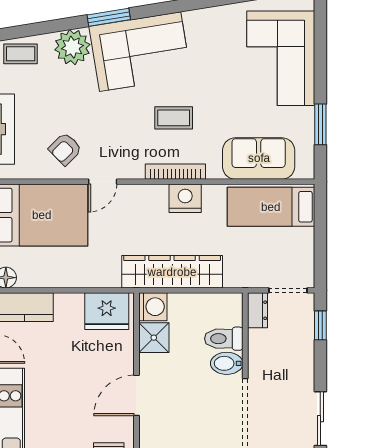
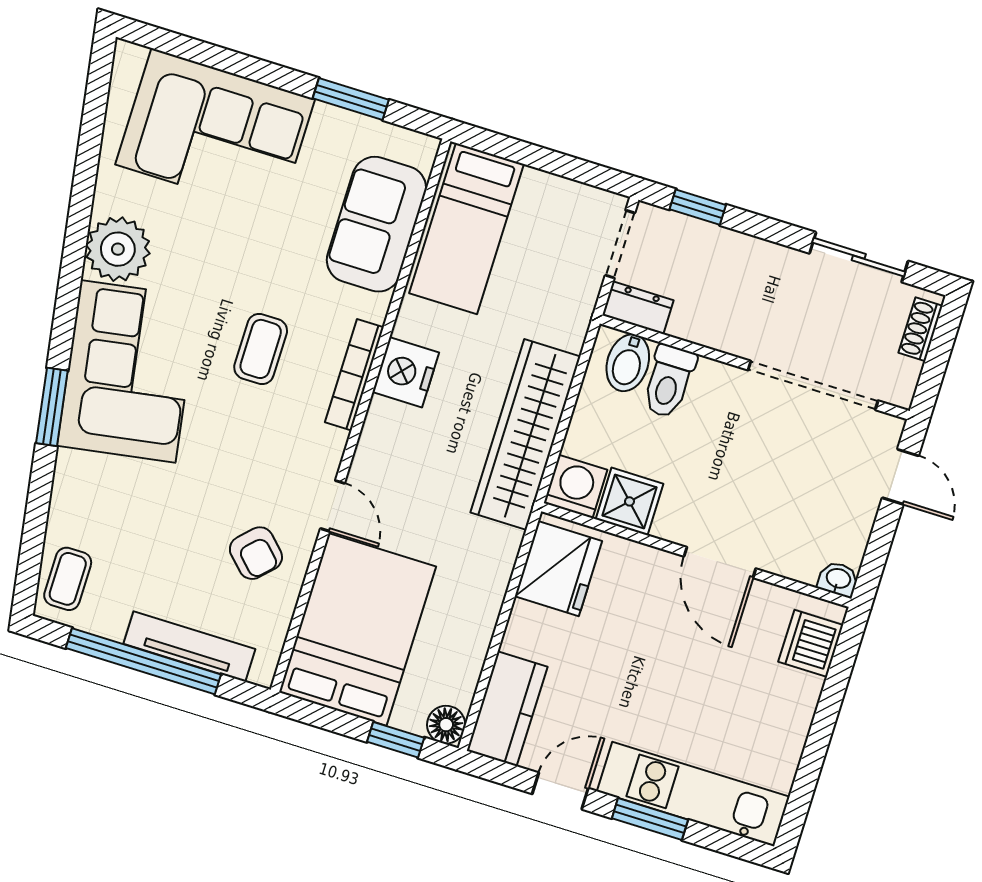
plant: (72, 47) -> (118, 249), moved
bidet: (227, 363) -> (628, 363), moved

